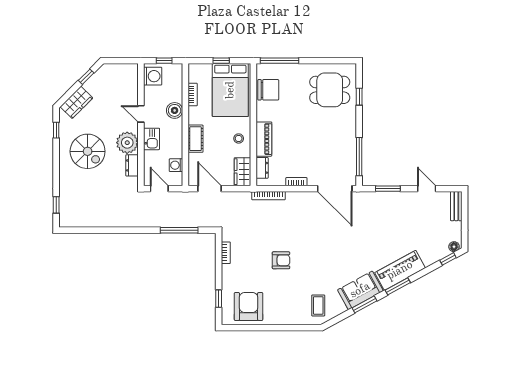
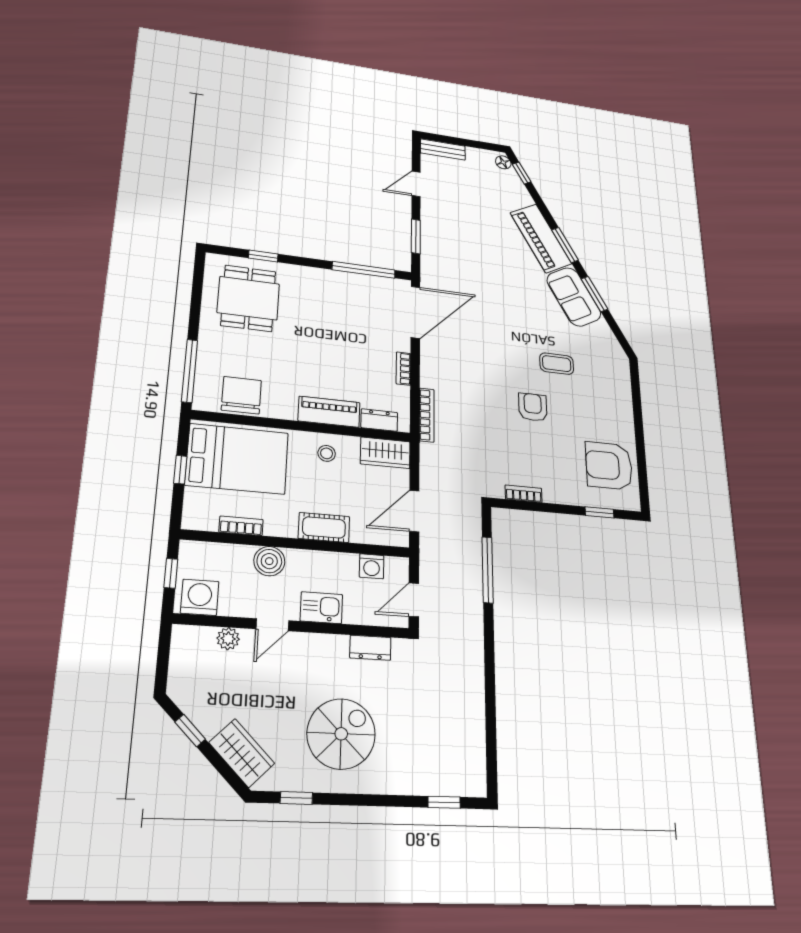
plant: (127, 143) -> (228, 639), moved, width x0.53, depth x0.53
coffee table: (318, 305) -> (557, 364), moved

